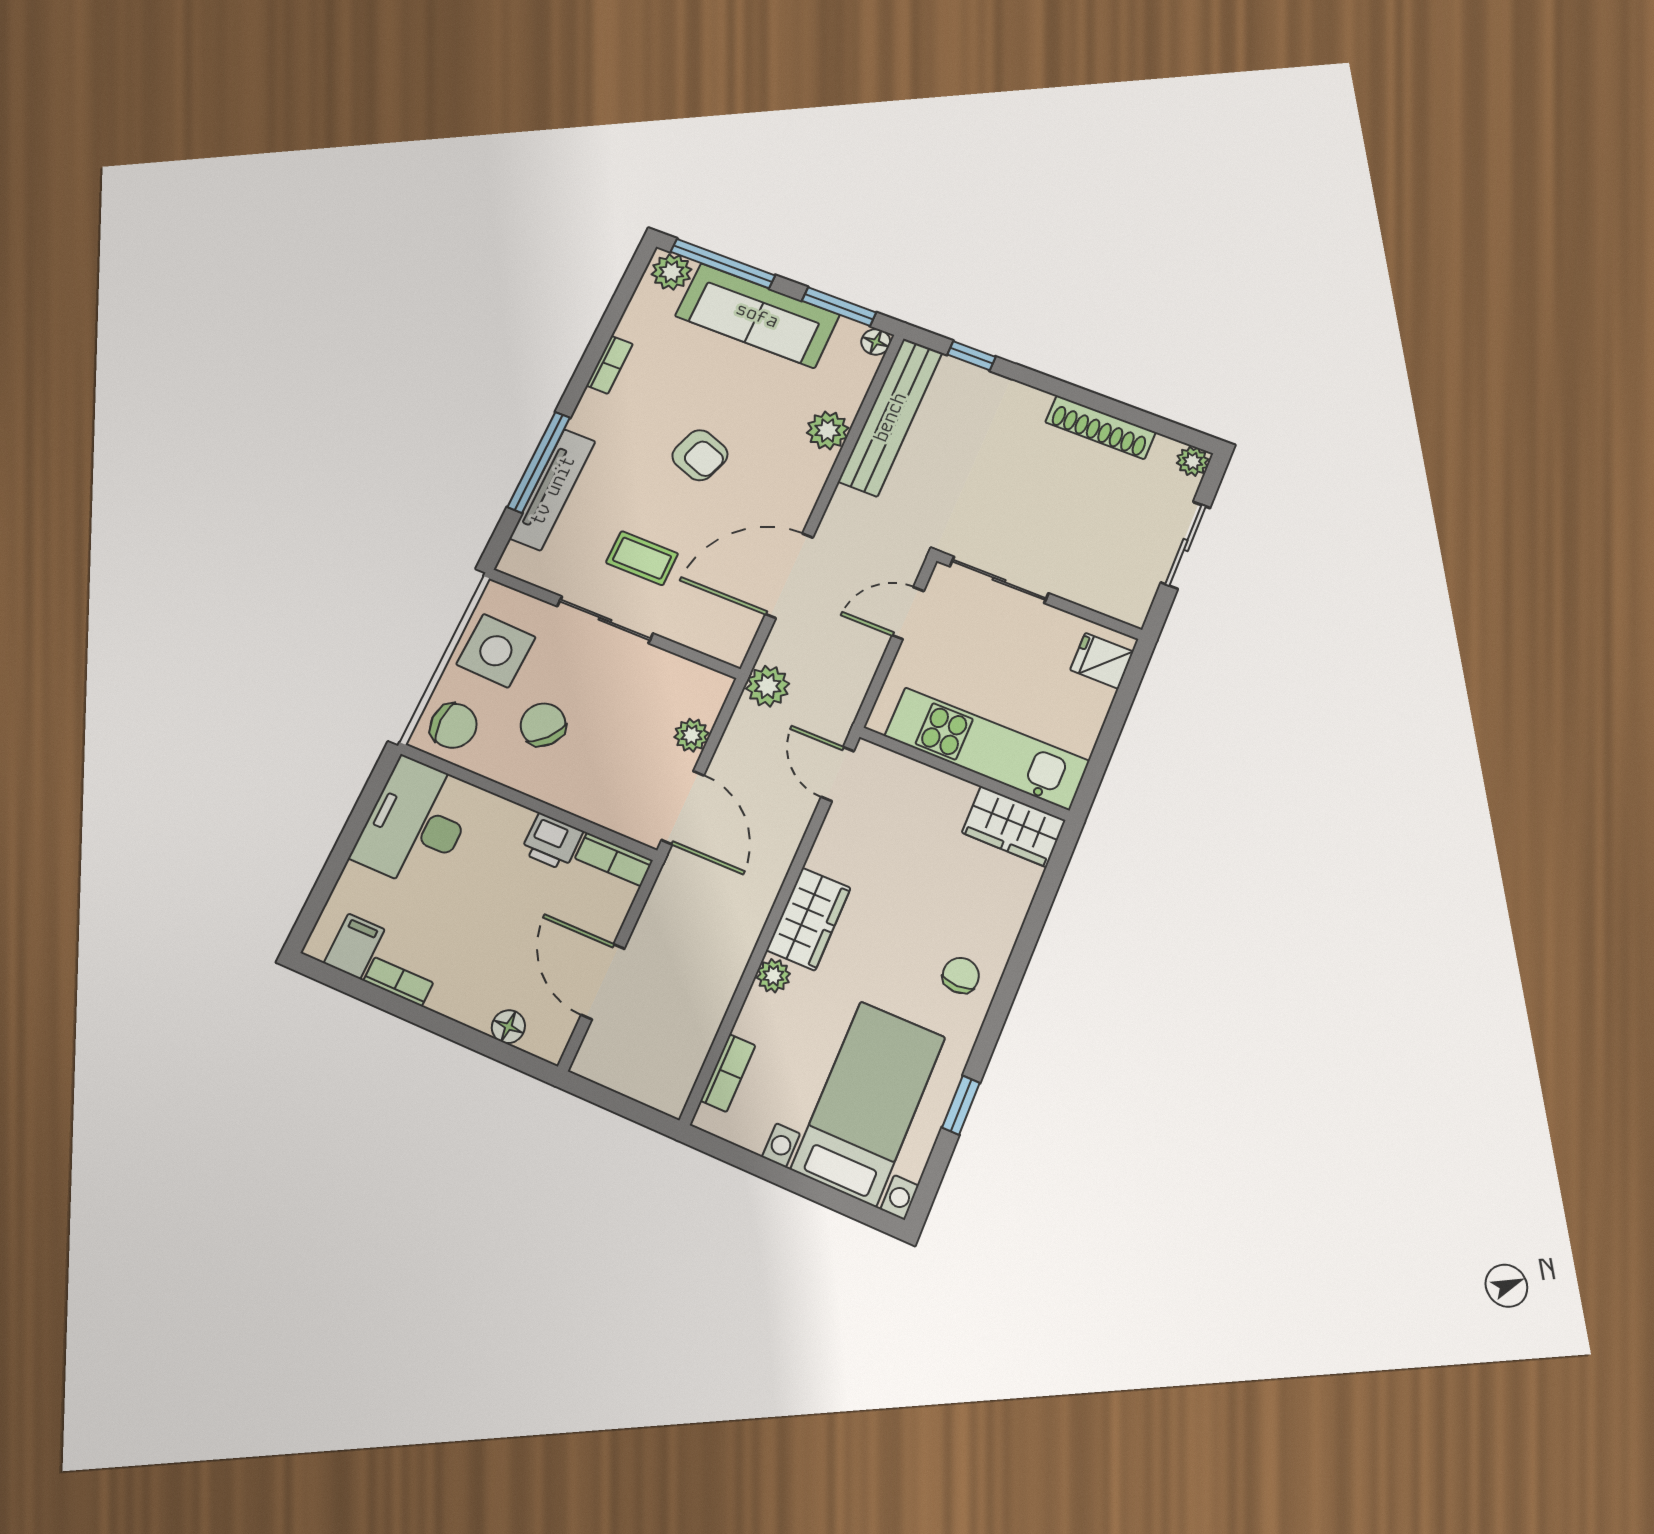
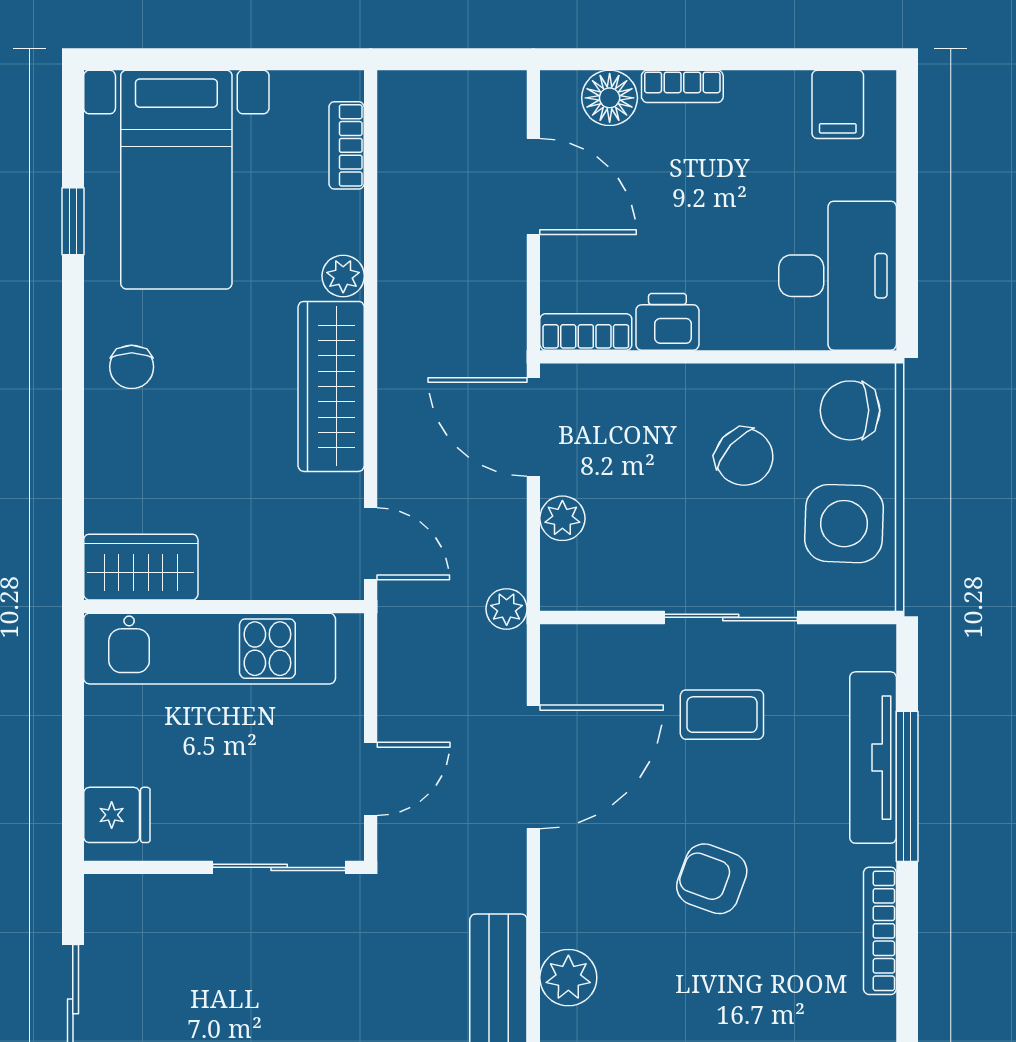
bookcase: (610, 365) -> (880, 931), width x1.56
plant: (768, 686) -> (507, 609), width x0.73, depth x0.73
wardrobe: (808, 919) -> (331, 386), width x1.50
bookcase: (398, 982) -> (682, 86), moved
floor lamp: (508, 1027) -> (610, 98), width x1.37, depth x1.37

